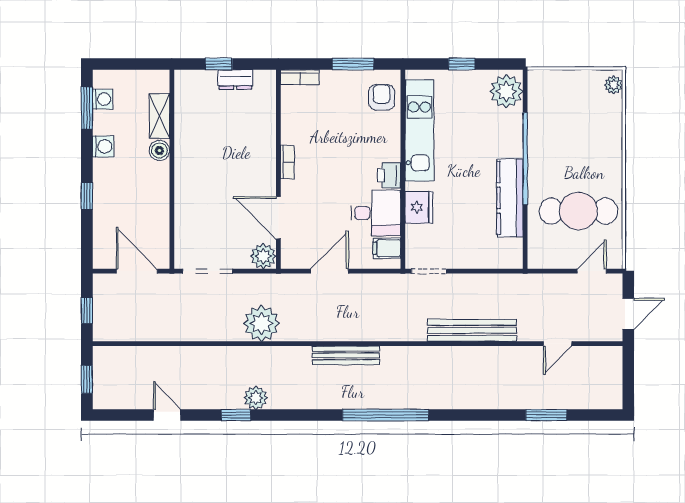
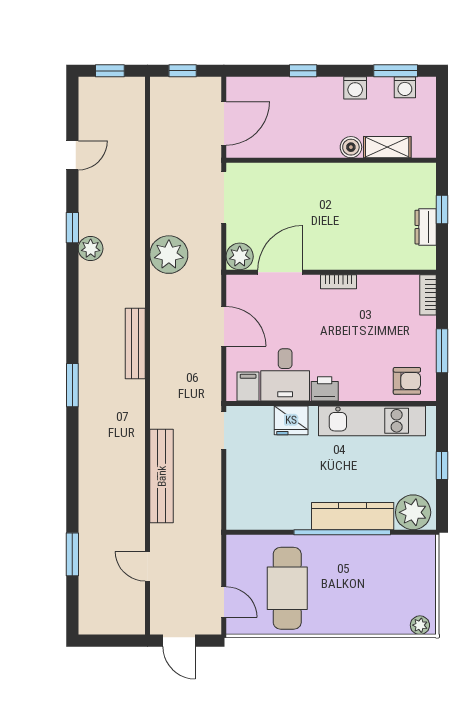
kitchen counter: (510, 198) -> (353, 516), moved
window: (385, 415) -> (72, 385), width x0.47

